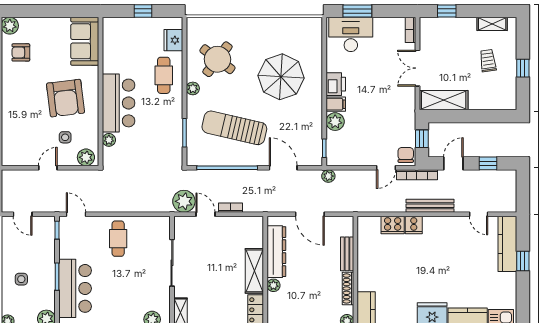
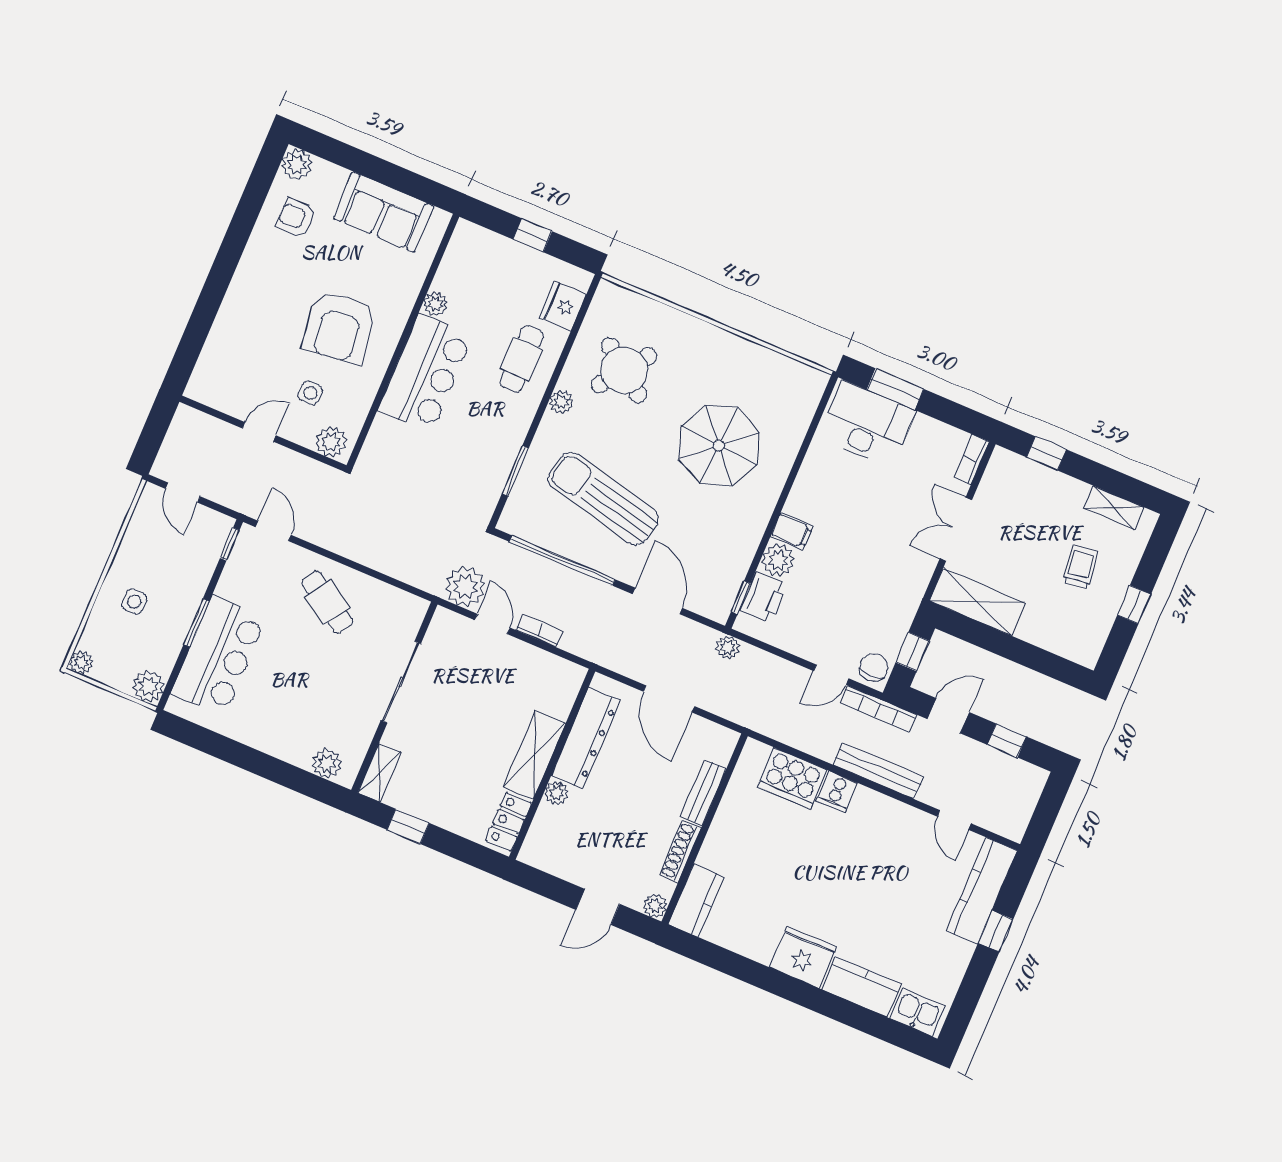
sofa: (85, 41) -> (384, 212), moved, turned -90
printer: (336, 84) -> (764, 598), moved
plant: (109, 140) -> (435, 304), moved
cooker: (393, 225) -> (792, 778), width x1.37, depth x1.31
cafe table: (118, 239) -> (327, 602), turned -57

